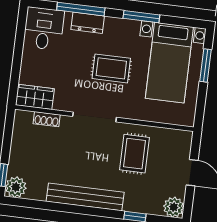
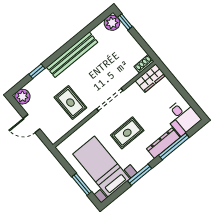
dresser: (88, 23) -> (163, 143), width x1.44
shoe rack: (47, 119) -> (144, 64), moved

